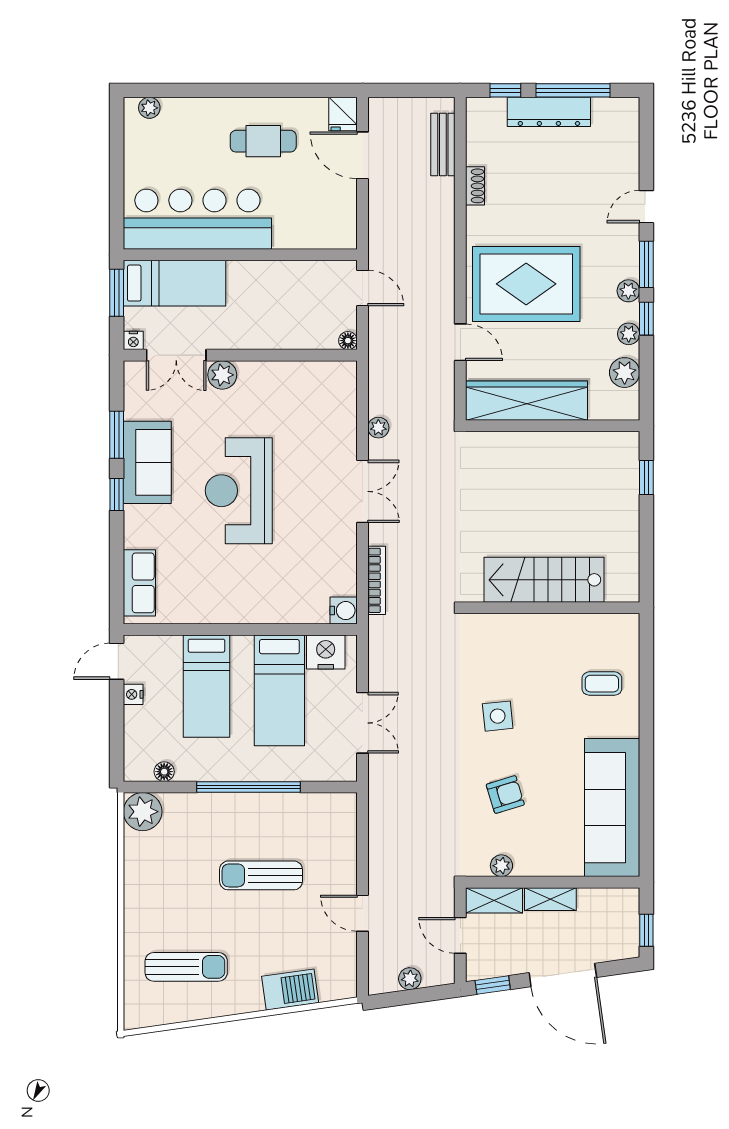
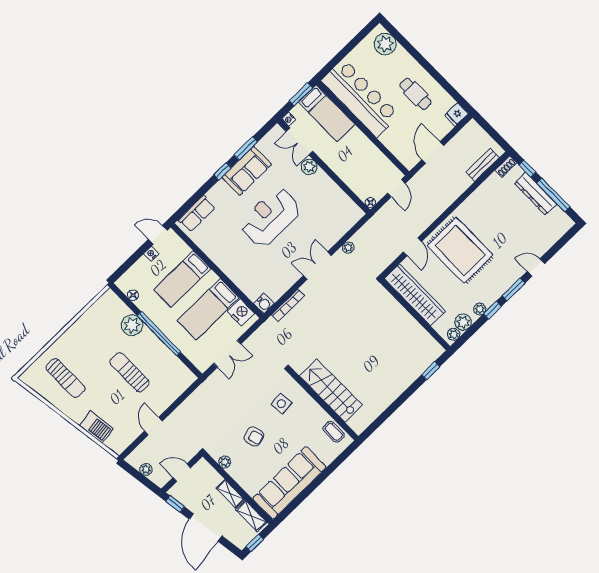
plant: (149, 108) -> (385, 44), width x1.88, depth x1.88
door: (363, 155) -> (433, 153), moved
shoe rack: (475, 186) -> (506, 167), moved
plant: (628, 291) -> (454, 334), moved
double door: (363, 491) -> (317, 266), swing flipped
stairs: (544, 580) -> (331, 390), moved
wall: (553, 608) -> (323, 404), moved
plant: (143, 812) -> (132, 325), moved
shelving: (494, 900) -> (251, 516), moved
door: (460, 935) -> (182, 473), hinge flipped

